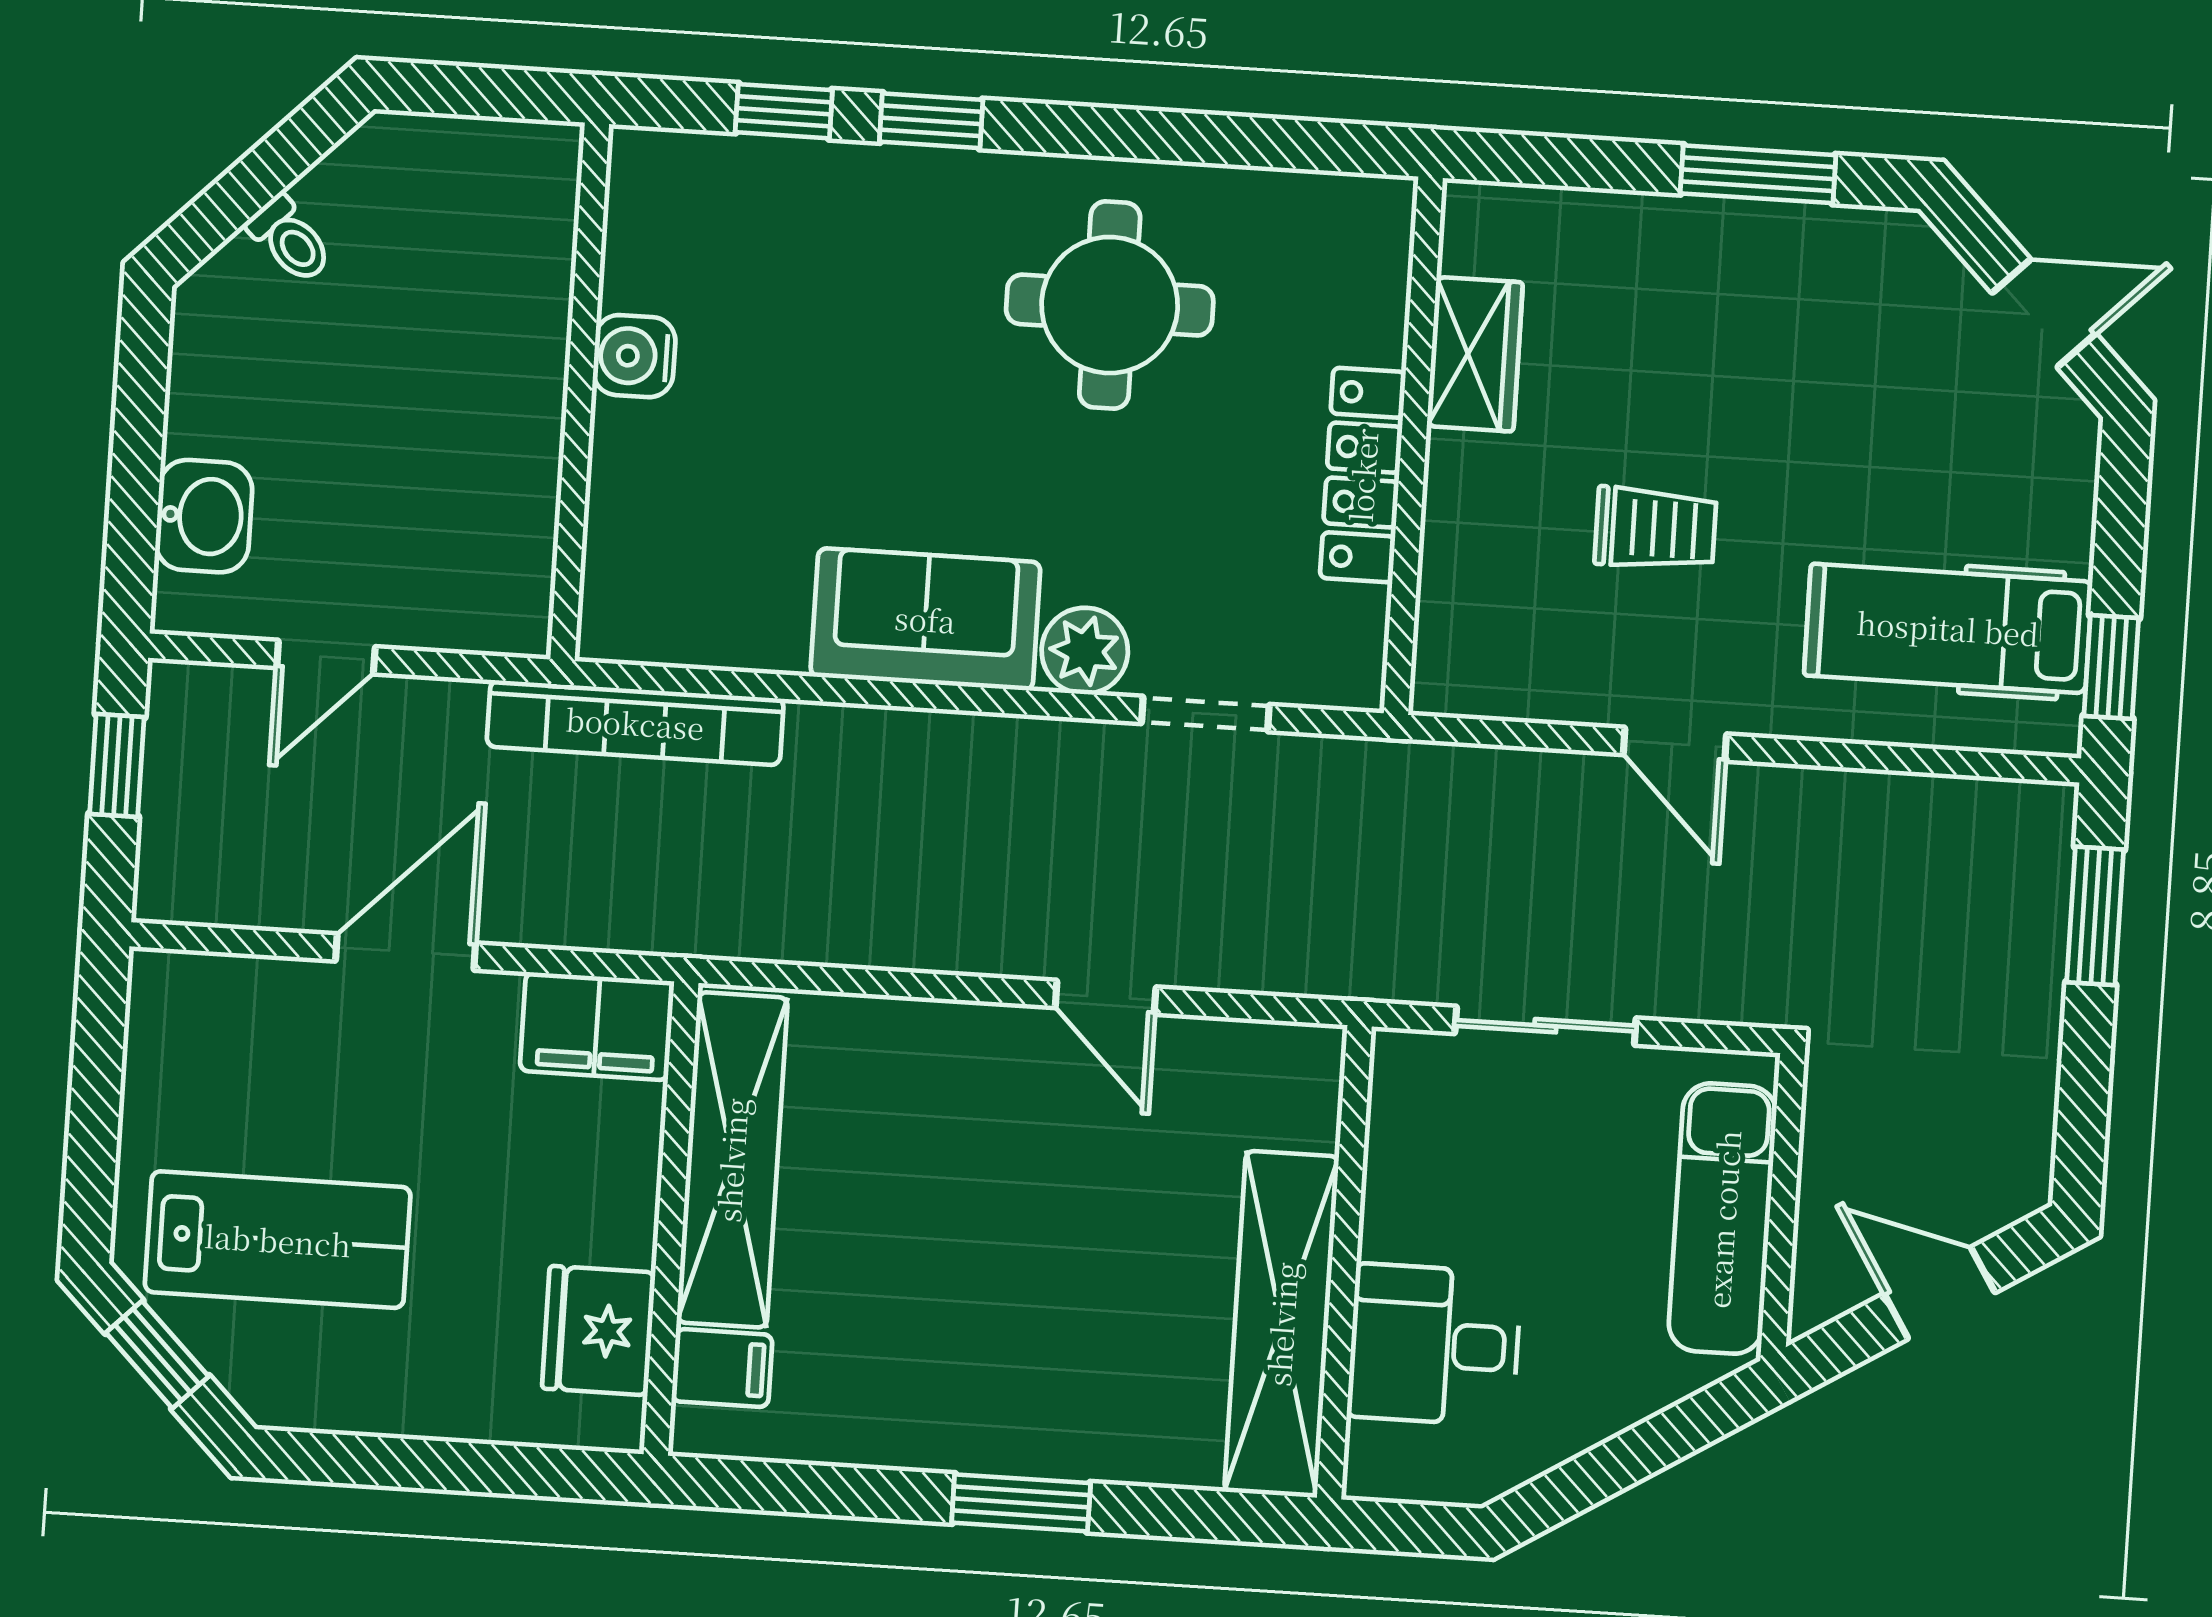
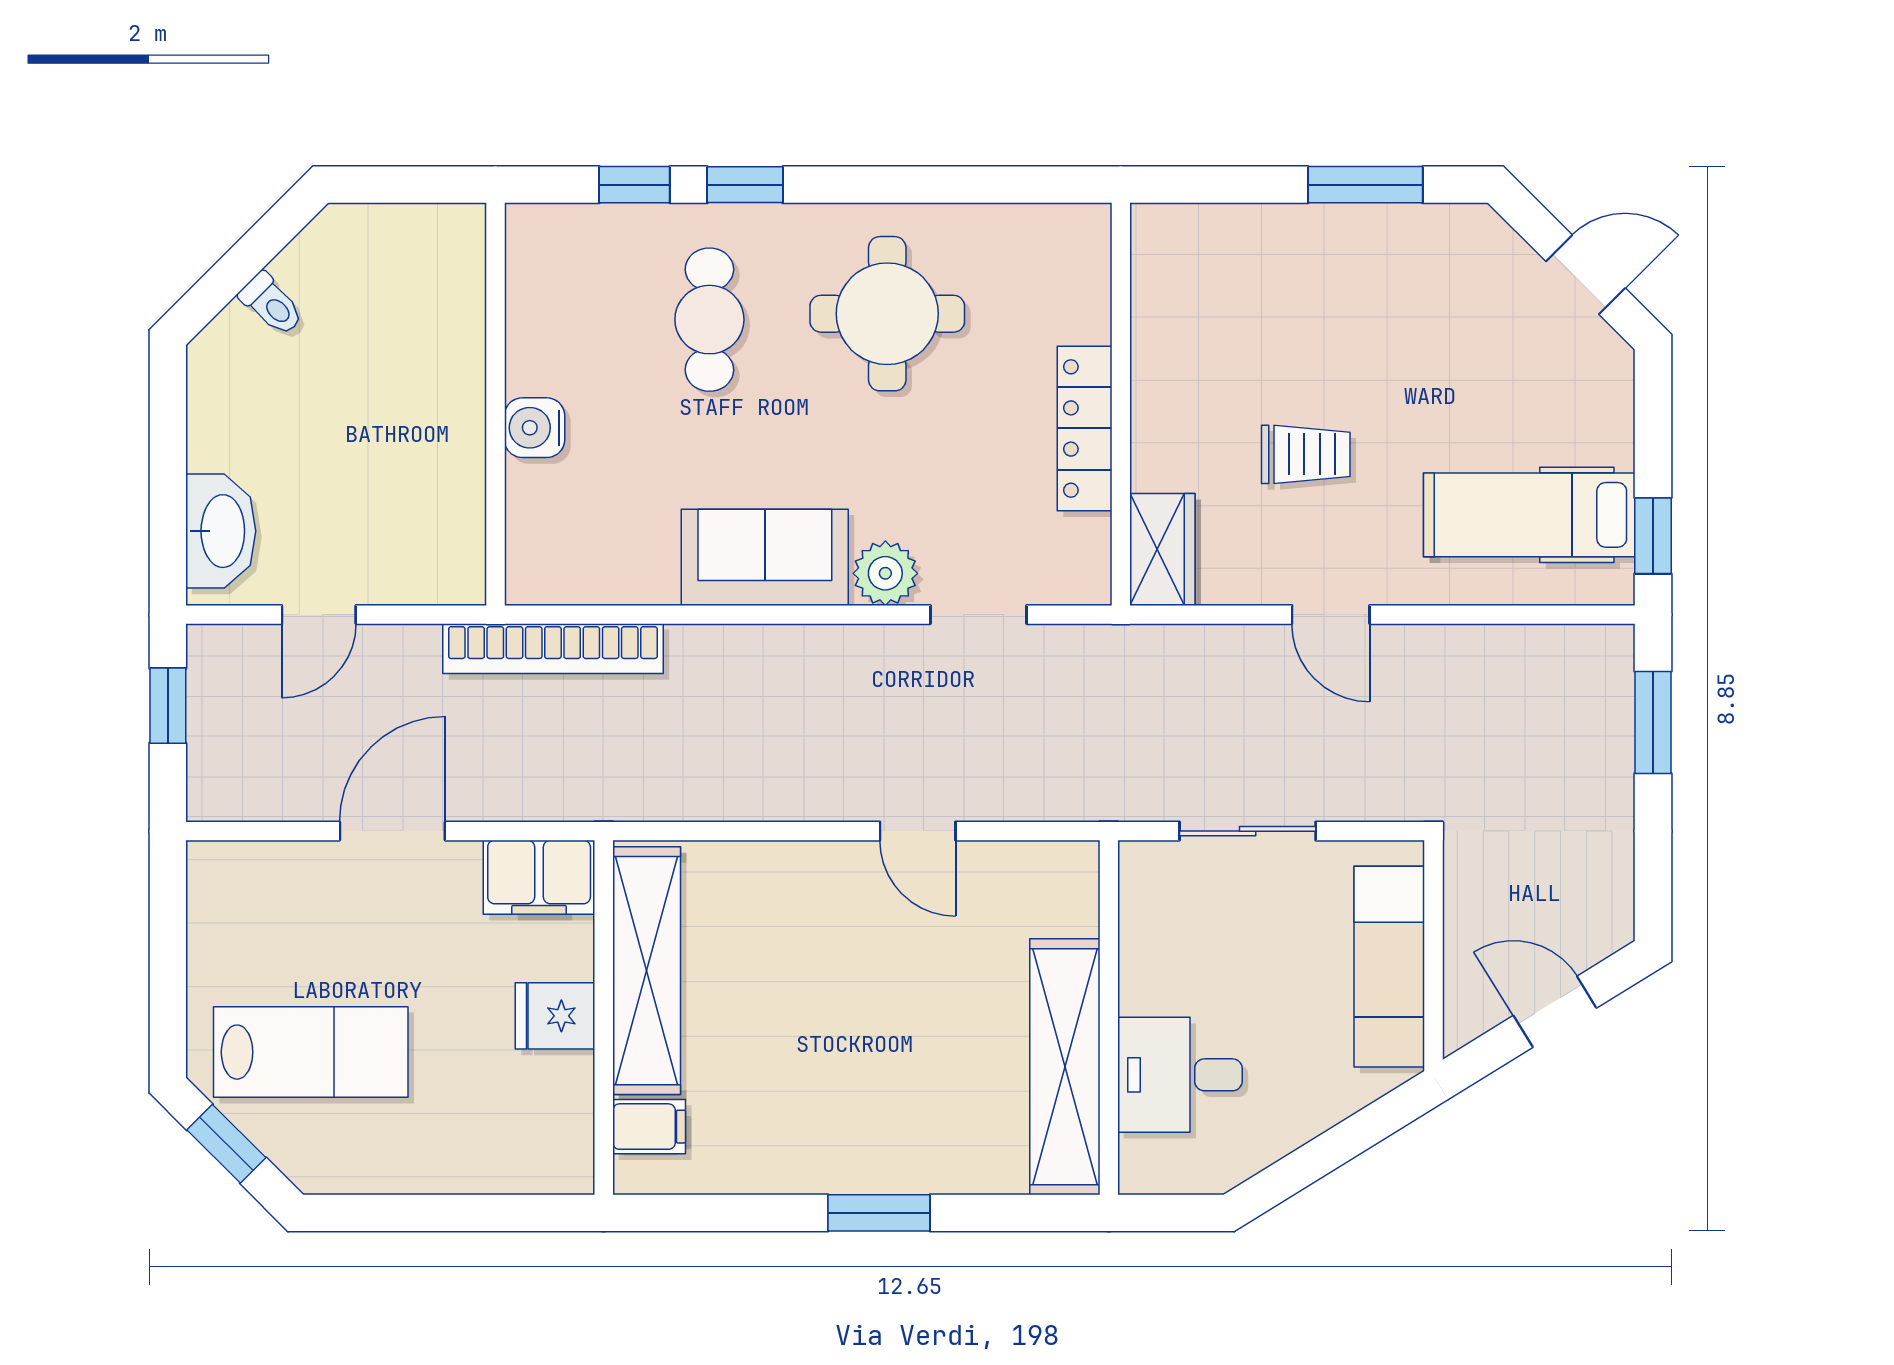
cafe table: (872, 298) -> (709, 320), added
wardrobe: (1475, 354) -> (1162, 550), moved
water cooler: (634, 356) -> (535, 428), moved
washbasin: (204, 516) -> (221, 531), width x1.38
fridge: (599, 1331) -> (555, 1016), moved, width x0.72

